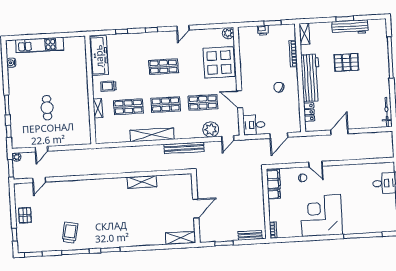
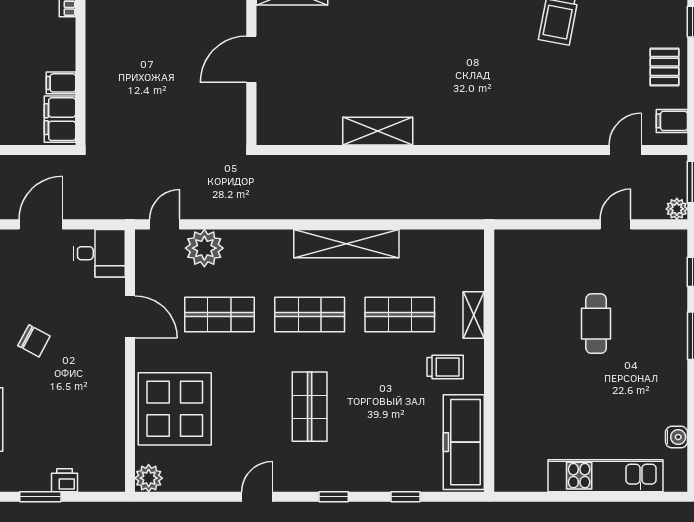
shop shelf: (163, 67) -> (310, 407), turned 90
bench: (184, 148) -> (271, 207), removed
filing cabinet: (21, 193) -> (672, 121), added

